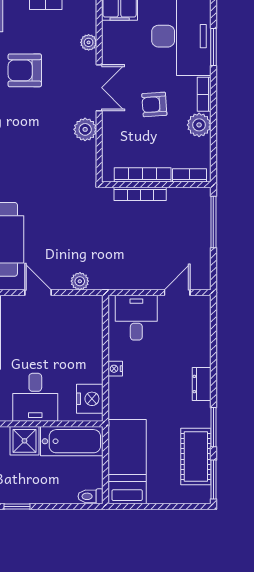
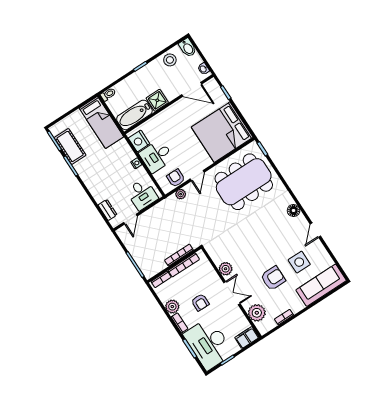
plant: (89, 42) -> (257, 313), width x1.88, depth x1.88
double door: (99, 88) -> (232, 293), swing flipped
armchair: (154, 104) -> (200, 302), turned 94
door: (38, 293) -> (197, 176), hinge flipped
armchair: (72, 310) -> (176, 178), added
dresser: (202, 384) -> (108, 210), moved
desk: (35, 397) -> (156, 156), moved, turned -90

